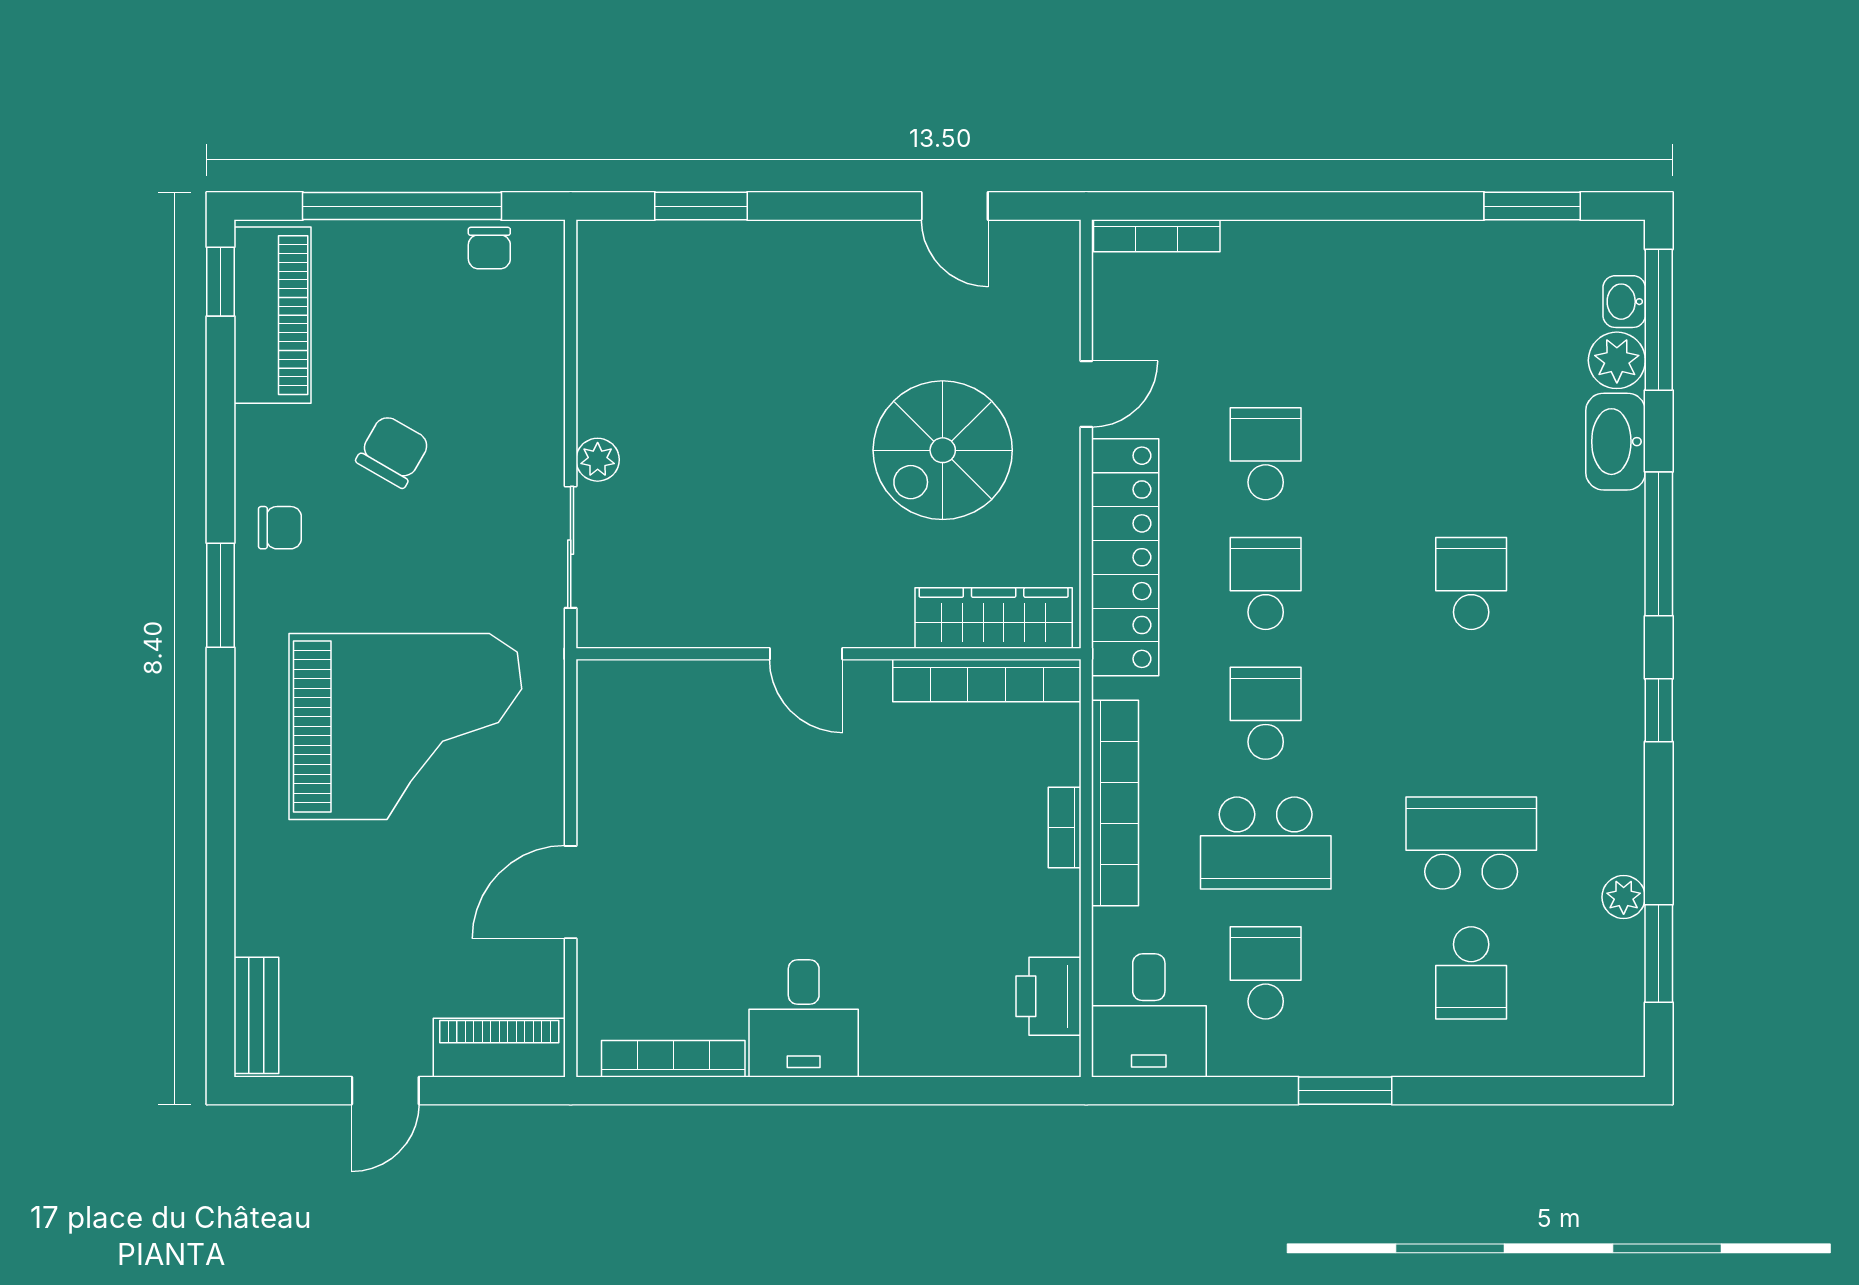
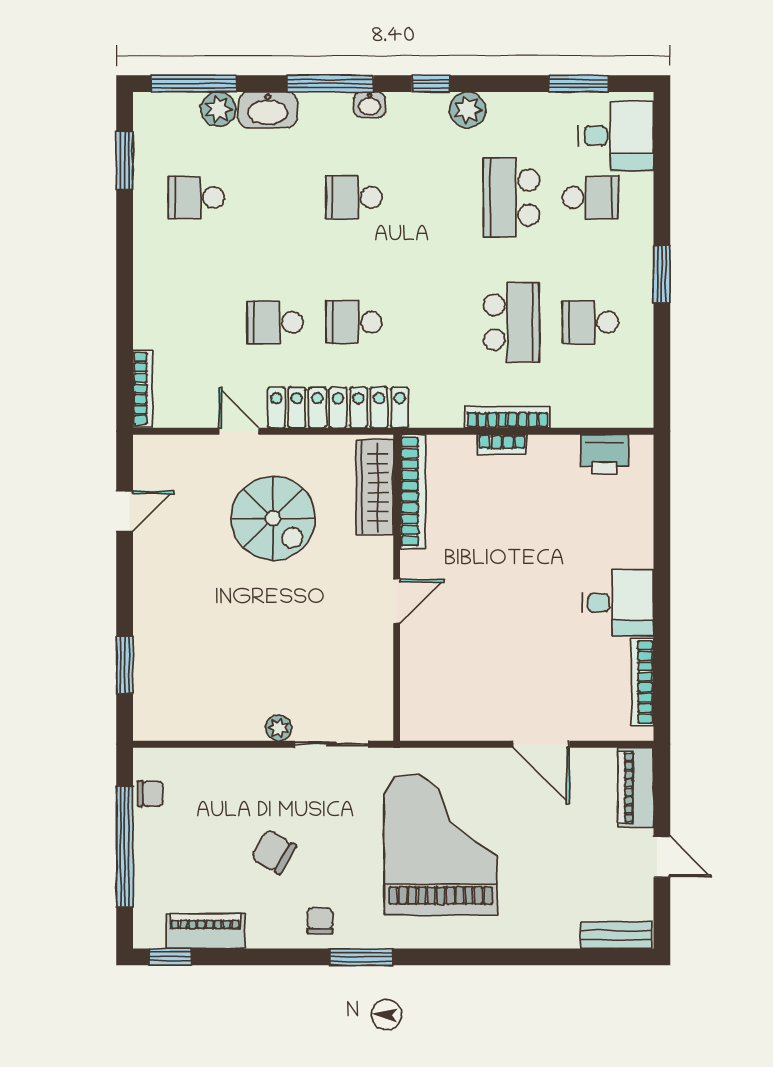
washbasin: (1624, 302) -> (370, 105), moved
piano: (272, 315) -> (205, 931), width x0.73, depth x0.75
school desk: (1266, 713) -> (196, 198), moved
bookcase: (1115, 803) -> (507, 417), width x0.68, depth x0.76
plant: (1624, 897) -> (468, 110), moved, width x1.38, depth x1.38
desk: (1149, 1015) -> (616, 136), moved

